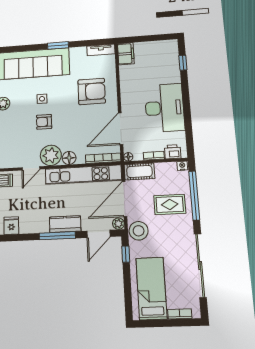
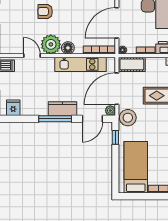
door: (31, 168) -> (32, 56), swing flipped
kitchen unit: (83, 175) -> (81, 64), width x0.73

